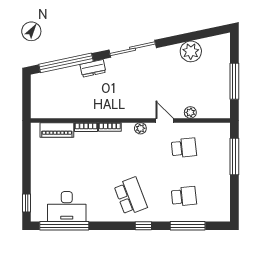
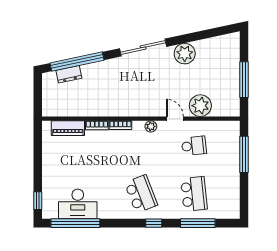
plant: (191, 51) -> (185, 54), moved
dresser: (93, 68) -> (69, 74), moved
plant: (190, 112) -> (200, 106), width x1.88, depth x1.88
school desk: (184, 196) -> (194, 194), width x1.85

